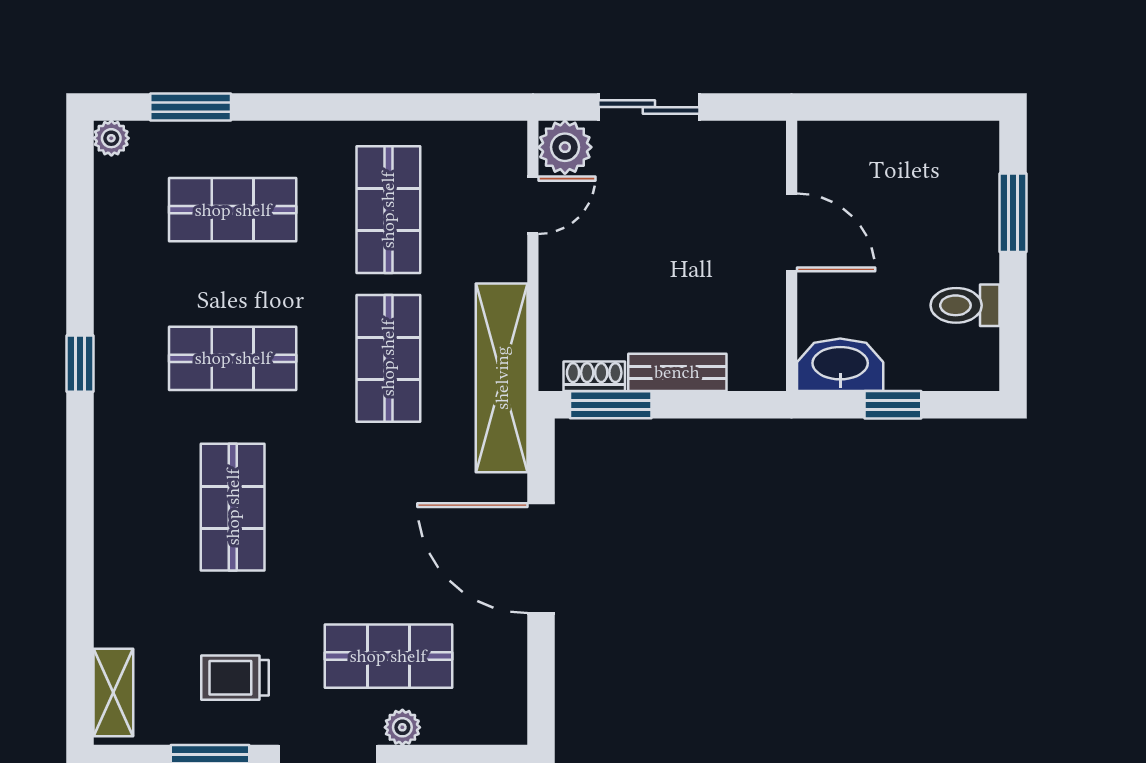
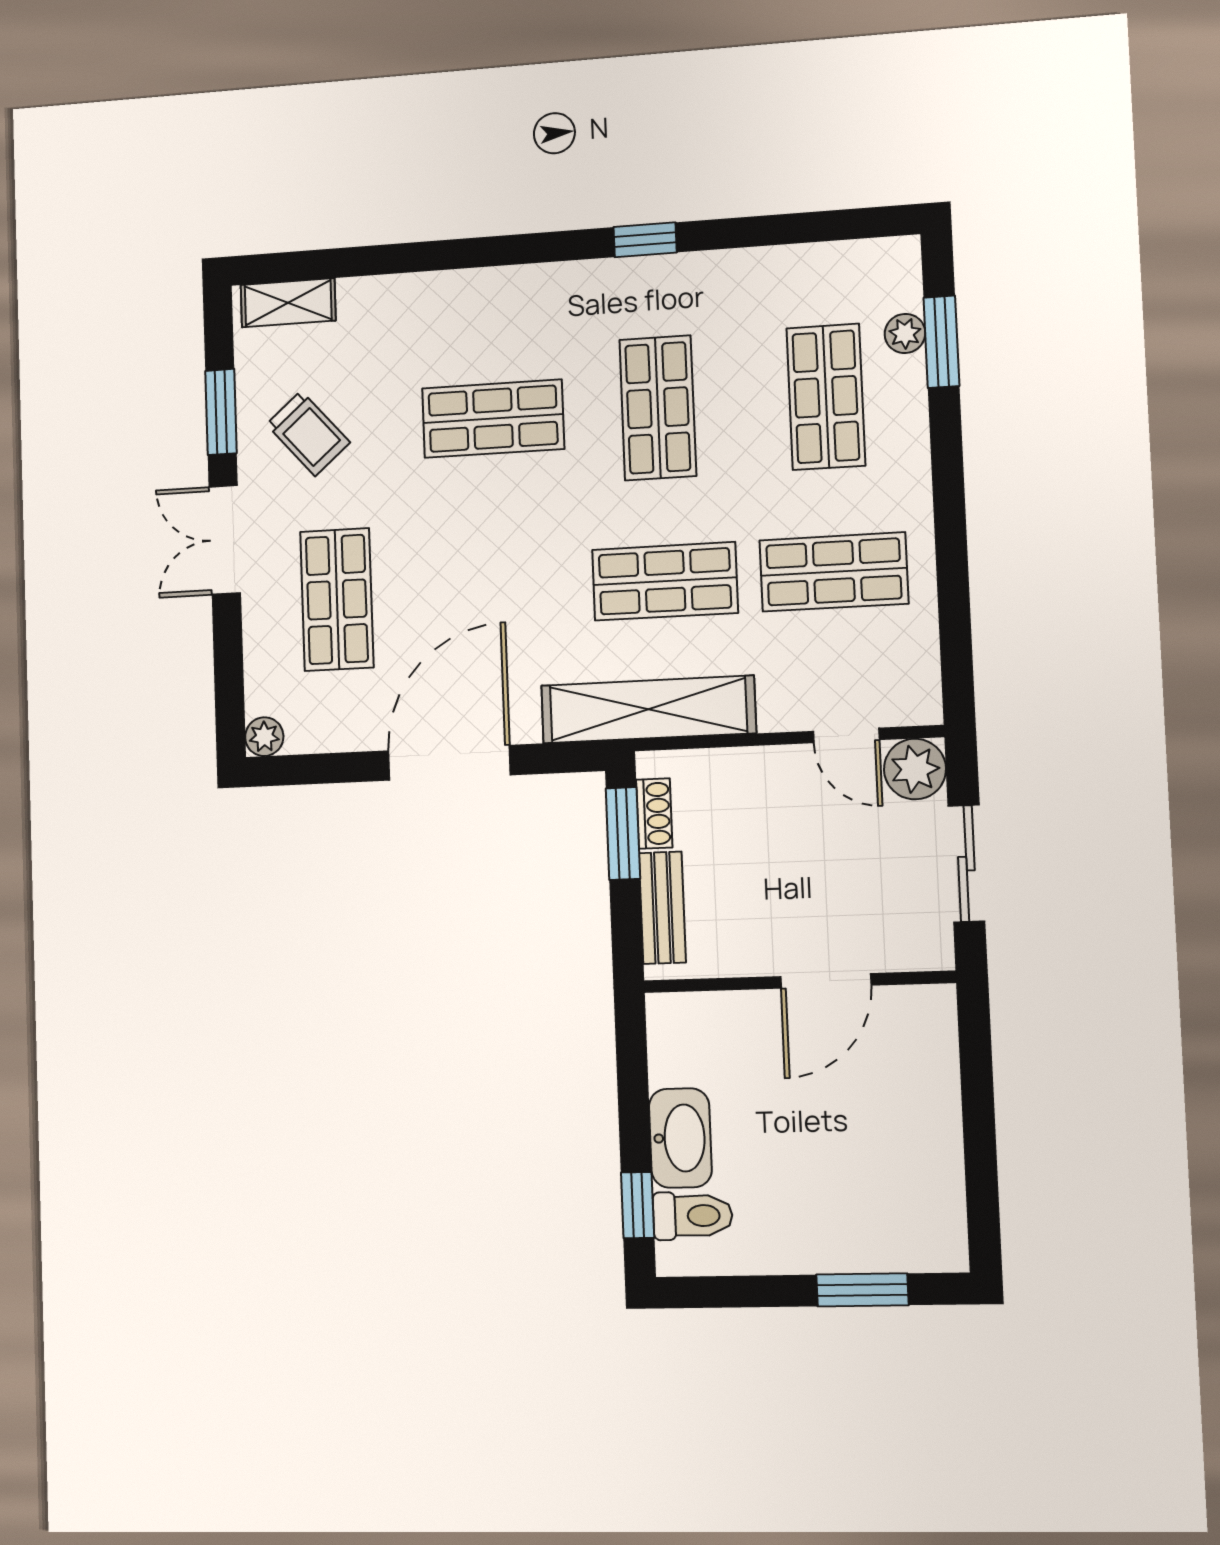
plant: (111, 138) -> (905, 333), moved
door: (792, 232) -> (826, 981), moved
wall: (792, 256) -> (799, 982), moved
toilet: (965, 305) -> (693, 1216), moved, turned 90
washbasin: (840, 365) -> (680, 1138), moved
window: (893, 405) -> (638, 1205), moved
trolley: (235, 678) -> (308, 433), turned 139
plant: (402, 727) -> (264, 737), moved

